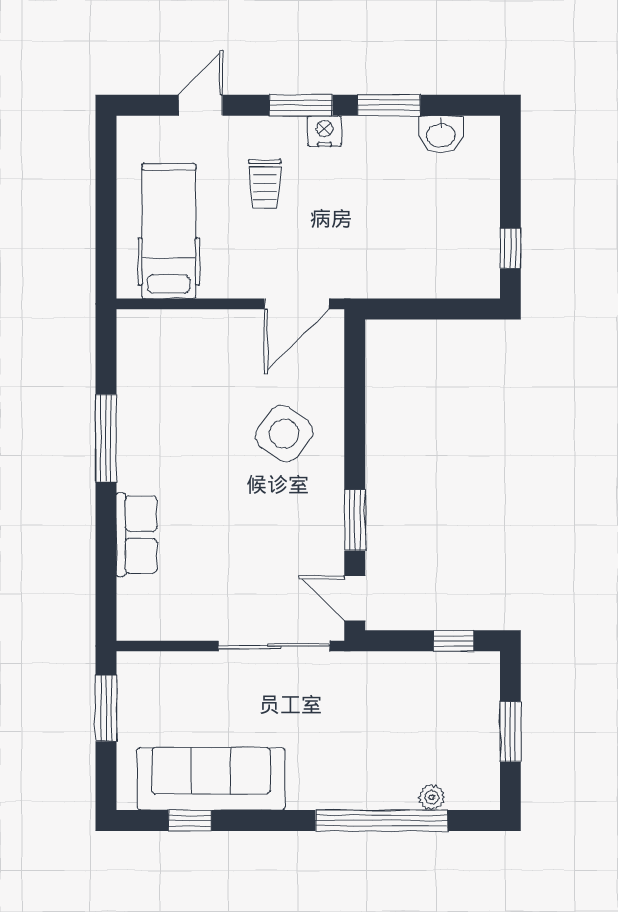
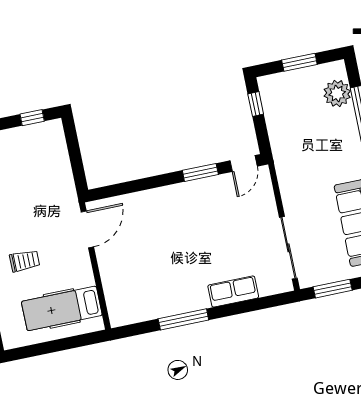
door: (297, 304) -> (87, 229), hinge flipped
side table: (284, 434) -> (161, 222), removed
sliding door: (274, 646) -> (288, 248), moved
plant: (432, 797) -> (337, 93), width x1.88, depth x1.88

